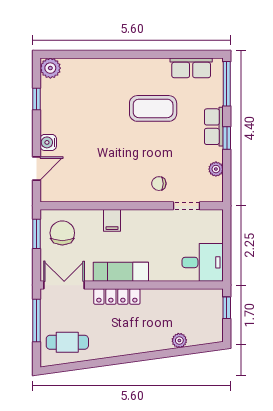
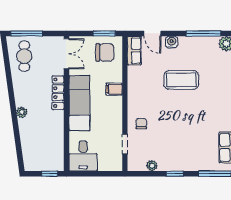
window: (37, 99) -> (204, 33), width x2.17
coffee table: (153, 108) -> (181, 80), moved, turned 90
row of seats: (214, 127) -> (134, 51), moved, turned 90
exam couch: (121, 272) -> (79, 103), width x1.36, depth x1.45
window: (37, 321) -> (27, 33), moved
plant: (179, 341) -> (22, 112), moved

